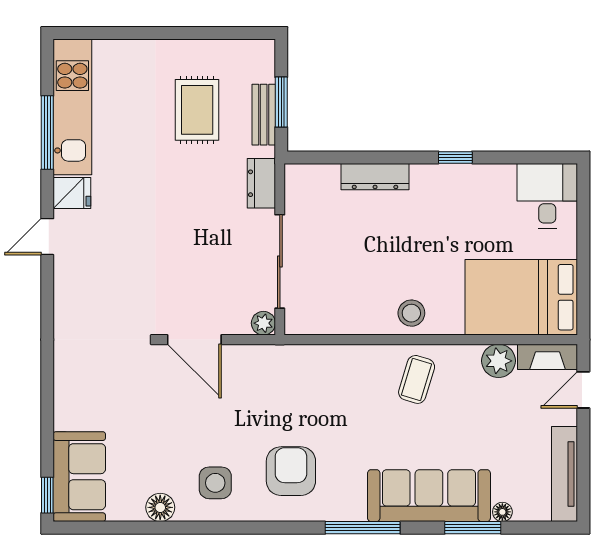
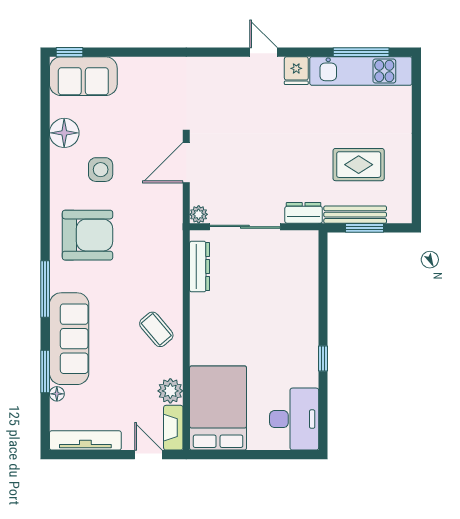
bench: (264, 115) -> (355, 215), width x1.36
window: (47, 133) -> (361, 52), moved
dresser: (375, 177) -> (200, 267), moved, turned 180
desk: (547, 196) -> (294, 419), width x1.37
stool: (411, 313) -> (206, 325), removed
coffee table: (417, 379) -> (156, 329), turned 33
armchair: (291, 471) -> (88, 235), width x1.36, depth x1.36
side table: (215, 483) -> (101, 170), moved
floor lamp: (160, 507) -> (64, 133), width x1.38, depth x1.38

